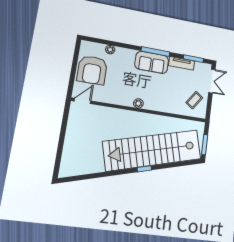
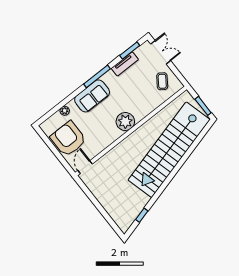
sofa: (152, 62) -> (92, 96), moved
armchair: (92, 70) -> (68, 139), turned 180
plant: (138, 103) -> (125, 122), width x1.88, depth x1.88
window: (144, 169) -> (142, 215), moved

